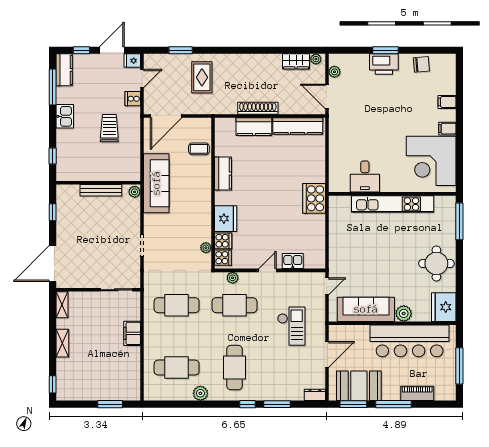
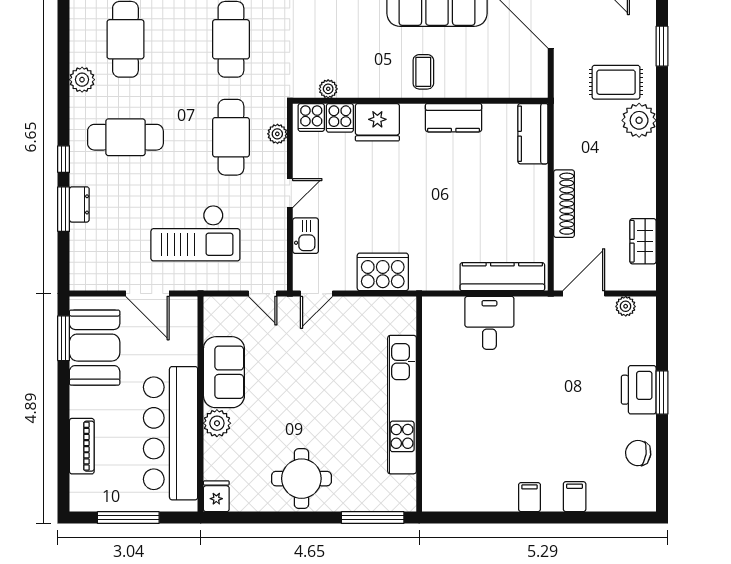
plant: (316, 59) -> (639, 120), moved, width x1.87, depth x1.87
chair: (421, 64) -> (638, 453), turned 103
shoe rack: (258, 108) -> (564, 204), moved
kitchen counter: (298, 126) -> (502, 277), moved, turned 90
kitchen counter: (254, 127) -> (533, 134), moved
coffee table: (199, 149) -> (423, 72), moved
corner desk: (431, 161) -> (475, 470), removed
desk: (365, 177) -> (489, 323), moved, turned 90
cooker: (314, 198) -> (383, 272), moved
door: (327, 255) -> (317, 294), added
door: (268, 270) -> (290, 193), hinge flipped
fridge: (444, 307) -> (216, 496), width x0.53, depth x0.75
sofa: (366, 309) -> (224, 372), width x0.73
checkout: (291, 326) -> (195, 233), width x1.36, depth x1.21
dresser: (315, 395) -> (79, 204), moved
window: (393, 404) -> (64, 406), removed

